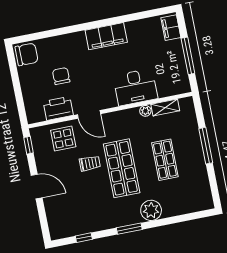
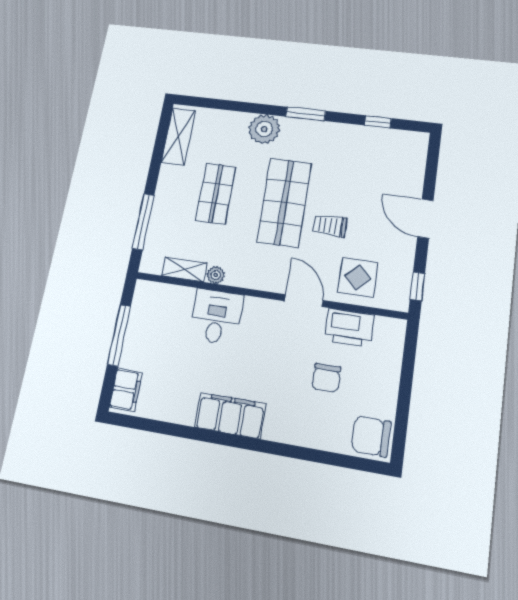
desk: (135, 87) -> (216, 317), width x0.73
window: (206, 146) -> (143, 222), moved
shelving: (203, 188) -> (178, 136), added

